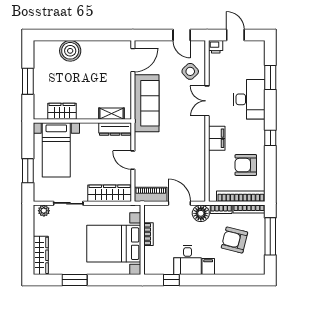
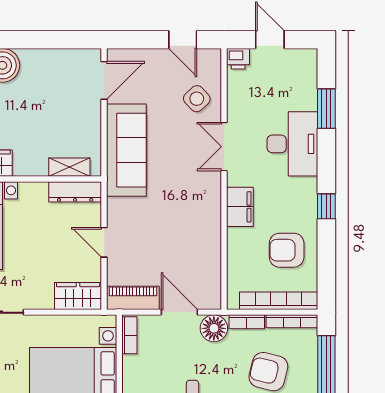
wardrobe: (110, 193) -> (78, 296), width x0.67
bookcase: (149, 234) -> (129, 335), moved

